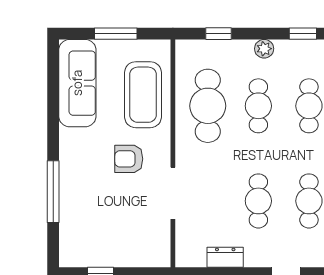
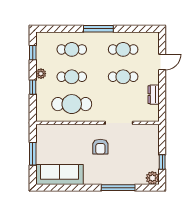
window: (218, 34) -> (33, 87), moved
coffee table: (143, 95) -> (66, 139), removed
plant: (71, 255) -> (152, 178), added

